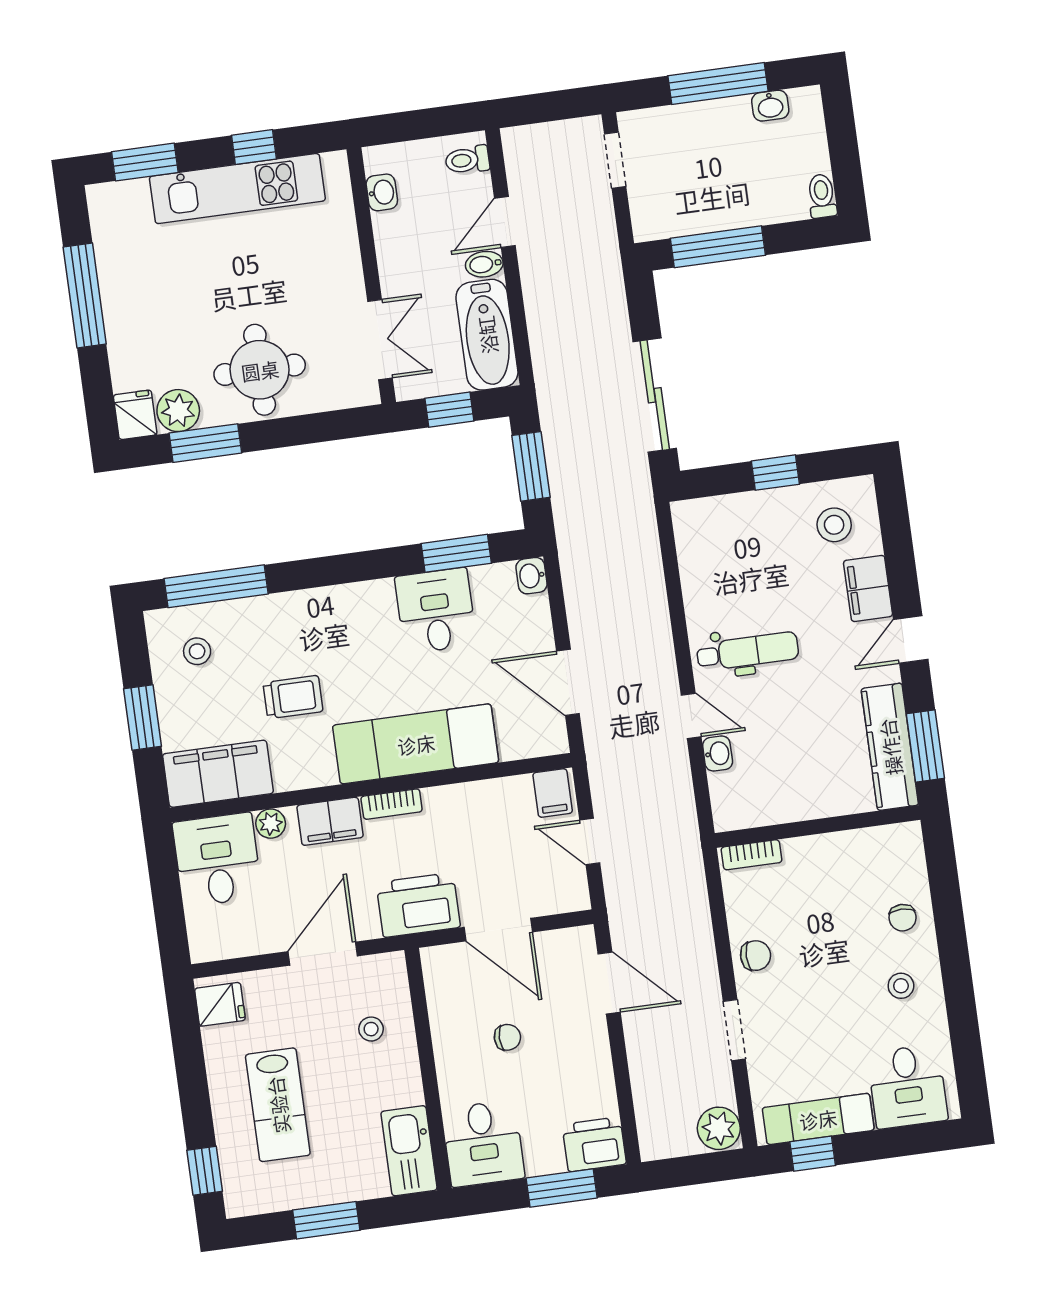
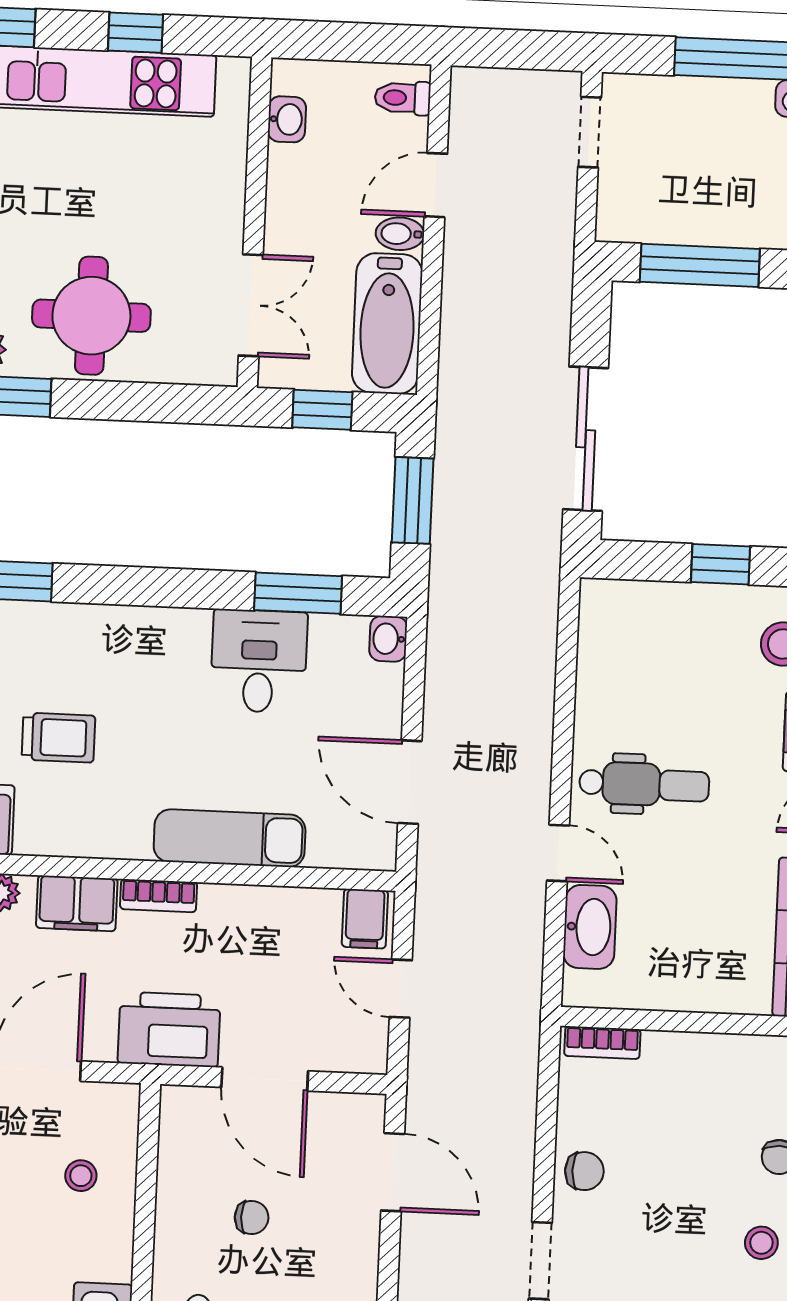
exam couch: (416, 744) -> (230, 838), width x0.73, depth x0.69
washbasin: (718, 754) -> (590, 927), width x1.91, depth x1.45

